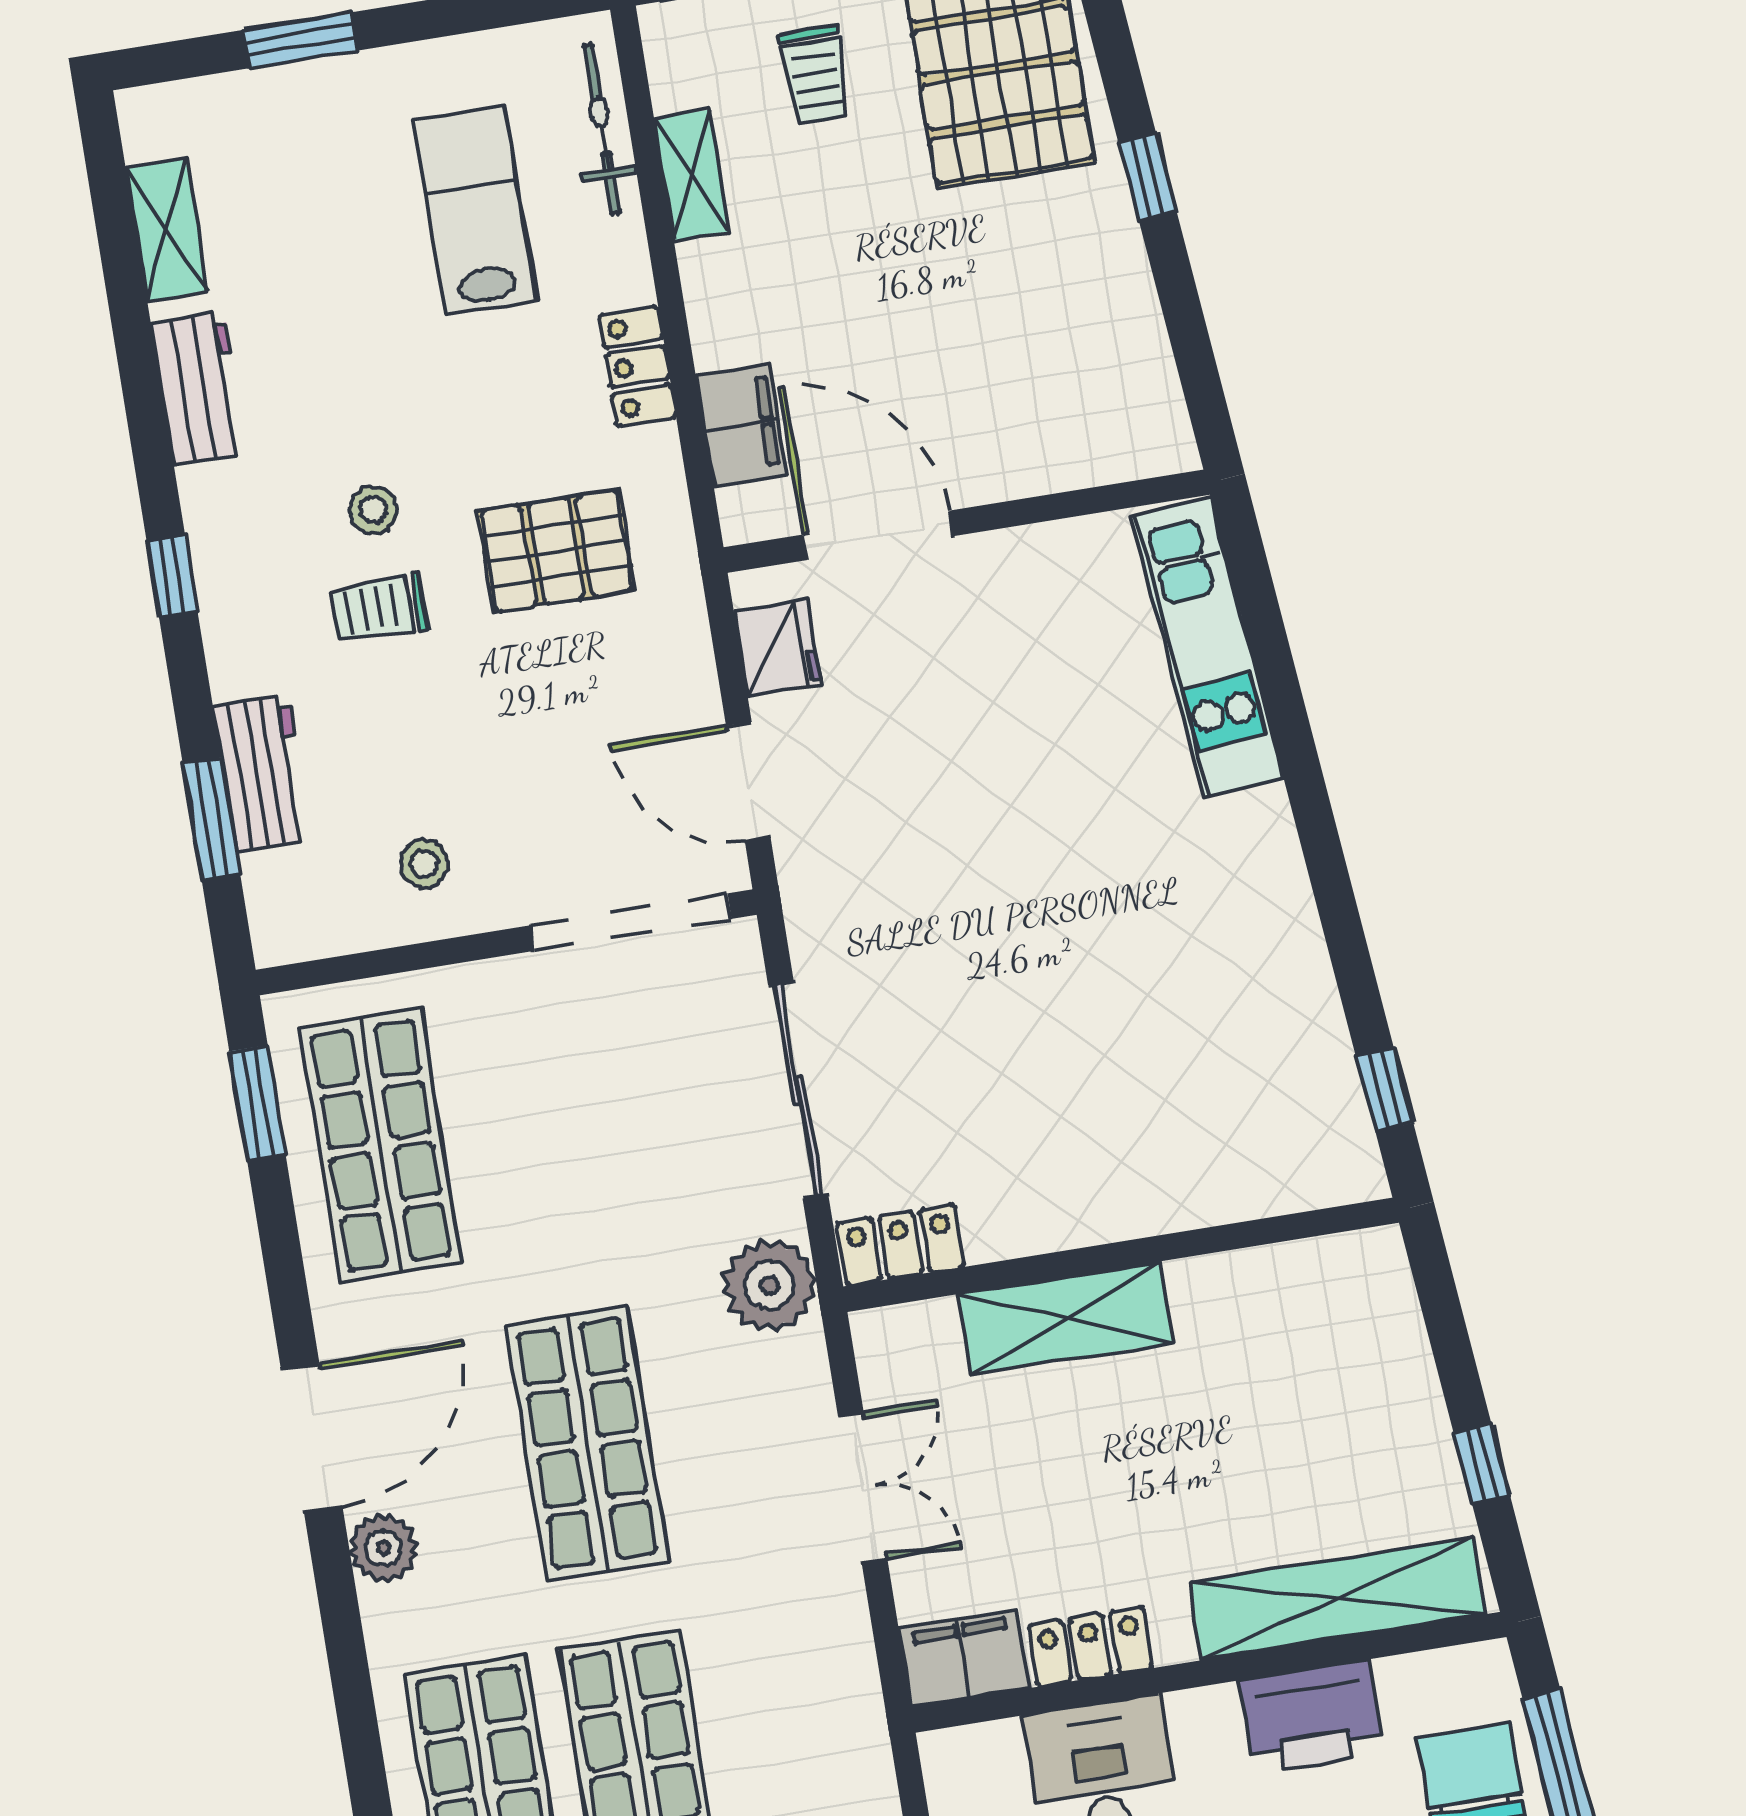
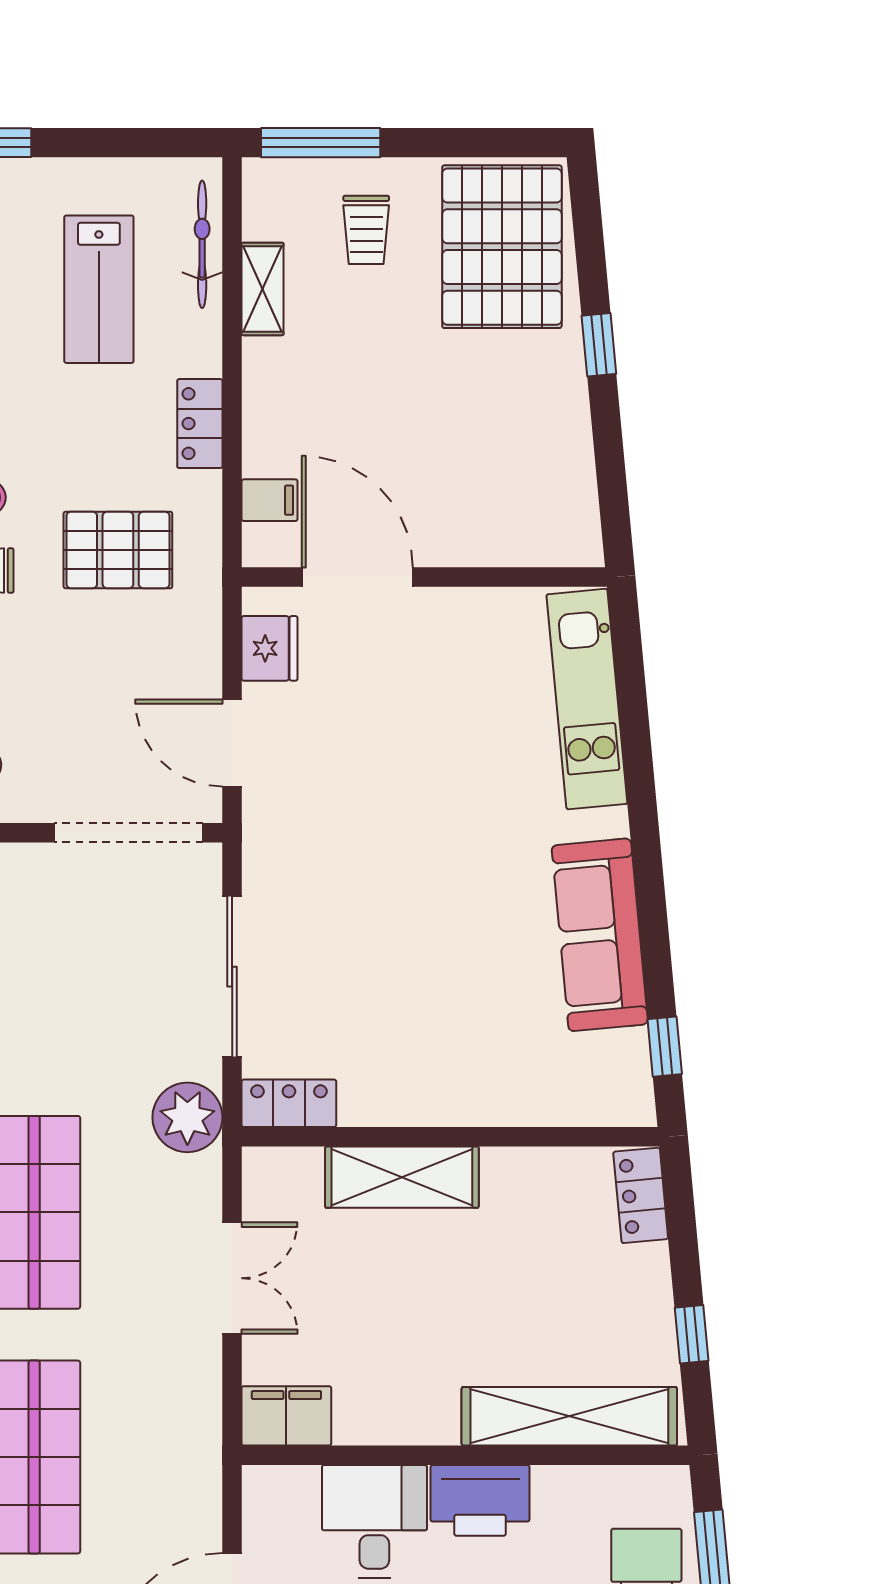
lab bench: (475, 211) -> (99, 289), turned 180
filing cabinet: (741, 425) -> (270, 500), width x0.50
sofa: (1275, 956) -> (600, 935), added
locker: (1090, 1647) -> (641, 1195), moved, turned -95
printer: (1312, 1717) -> (480, 1500), moved

